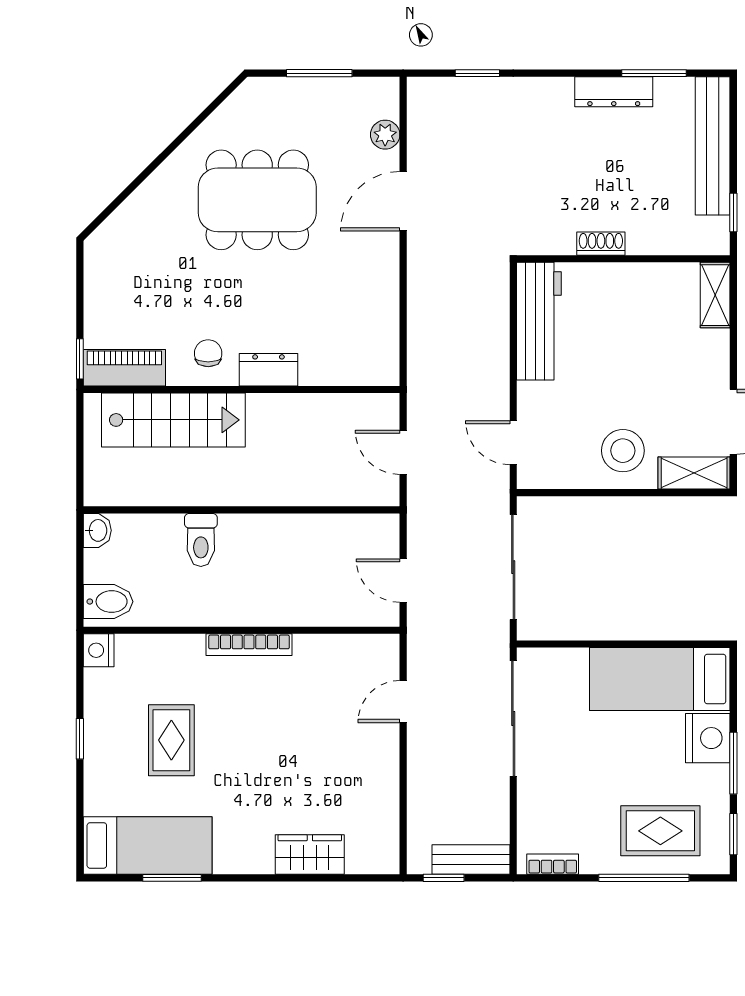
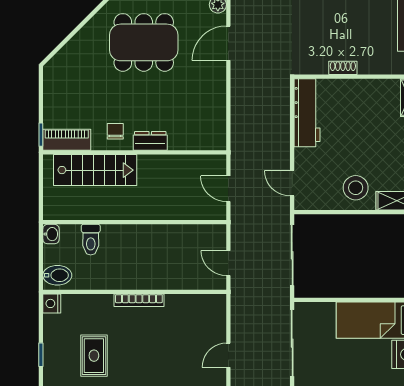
toilet: (201, 540) -> (91, 240), moved
door: (403, 702) -> (228, 355), moved

